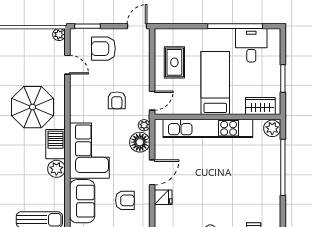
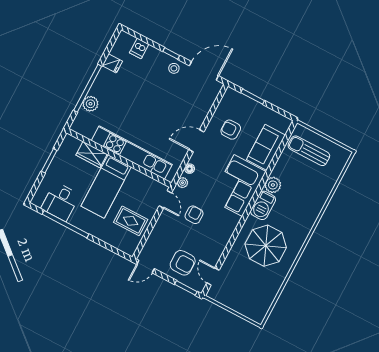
plant: (59, 35) -> (213, 293), removed
rug: (174, 62) -> (131, 221), turned 90
door: (67, 65) -> (213, 277), moved
door: (152, 101) -> (165, 199), swing flipped
wardrobe: (260, 106) -> (92, 155), moved
plant: (272, 128) -> (90, 104), moved
floor lamp: (140, 142) -> (190, 169), width x0.53, depth x0.53
fridge: (163, 197) -> (112, 63), moved, turned 180

